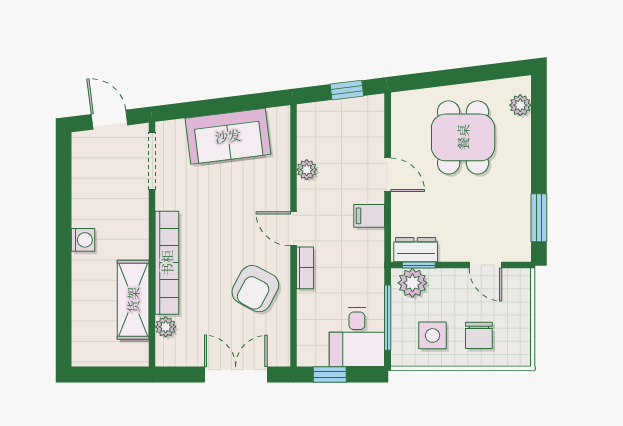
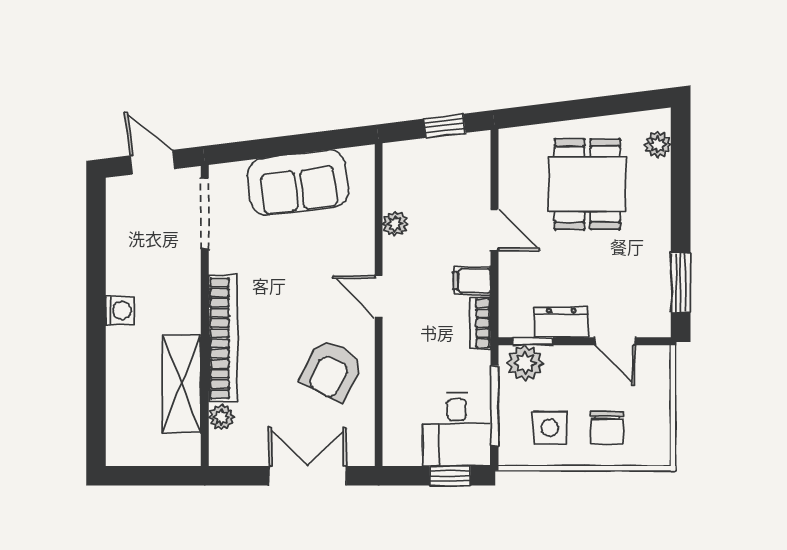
dresser: (416, 250) -> (561, 322), moved
bookcase: (305, 268) -> (480, 323), moved, turned 180
window: (330, 374) -> (450, 476), moved

